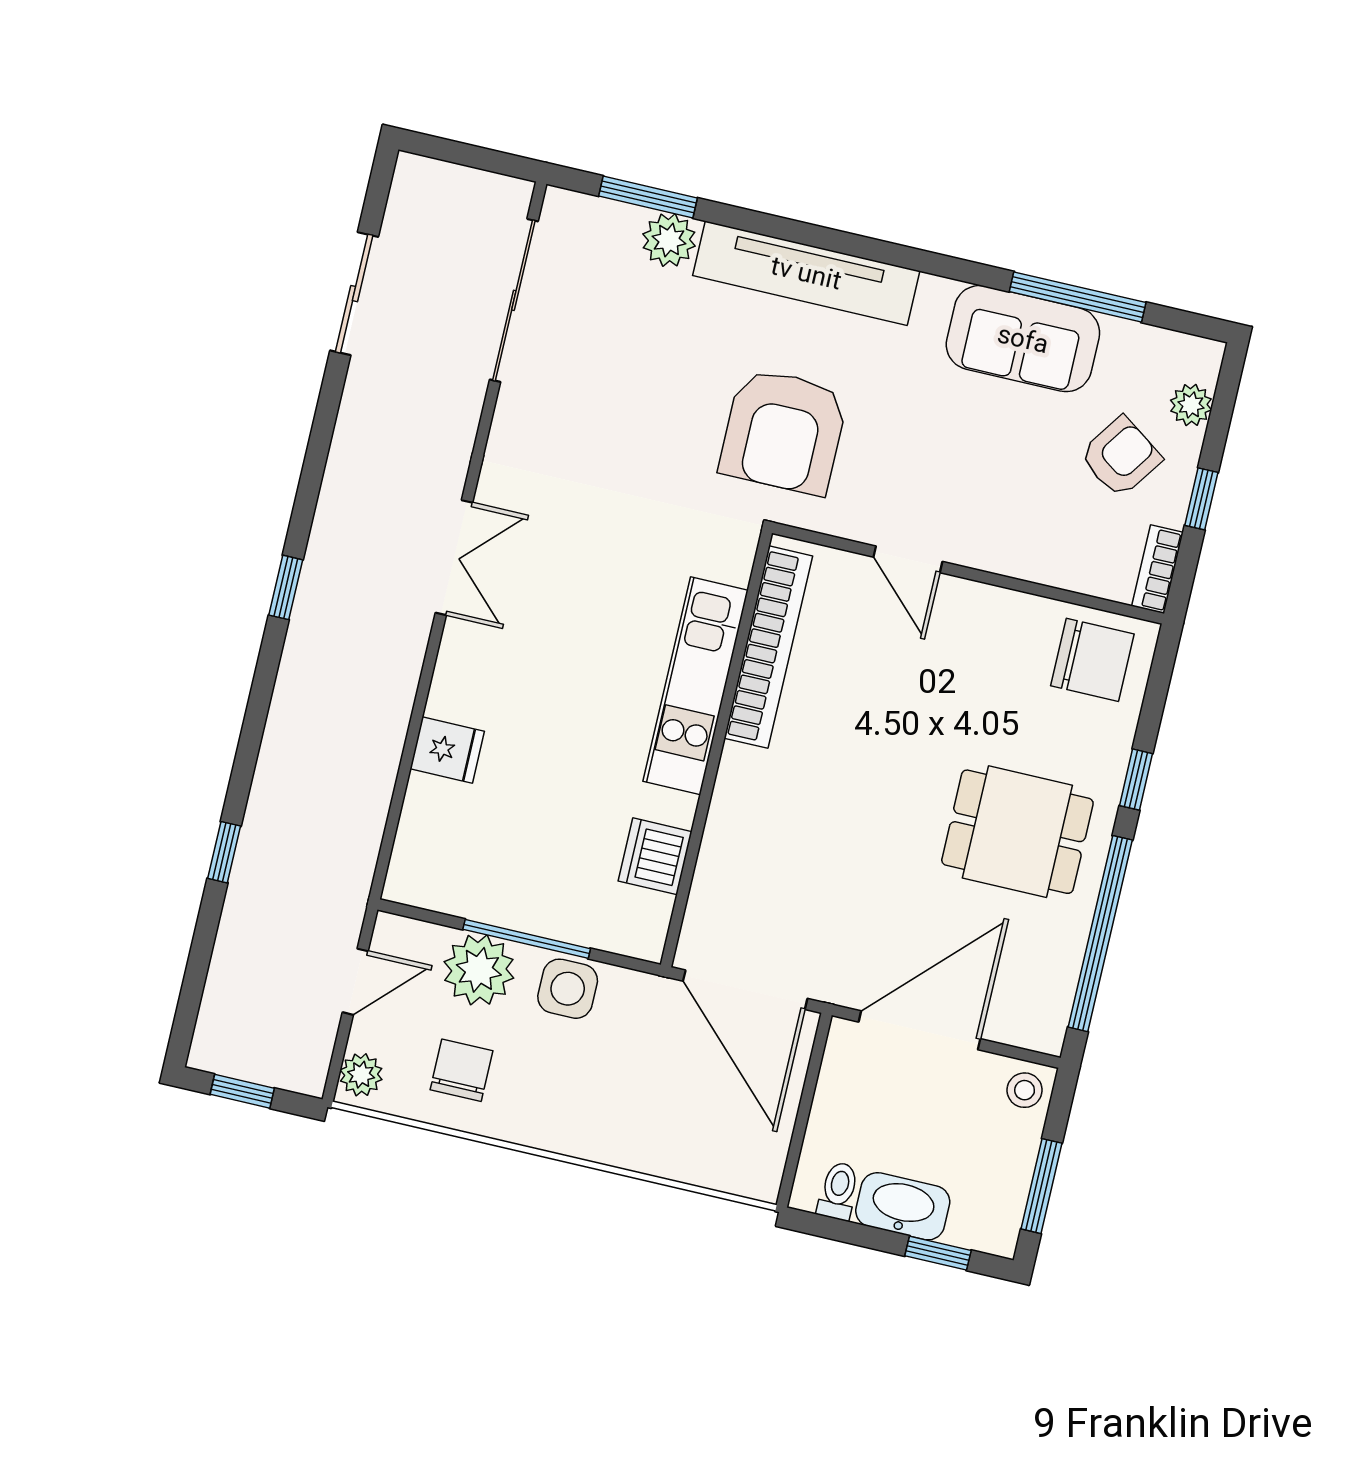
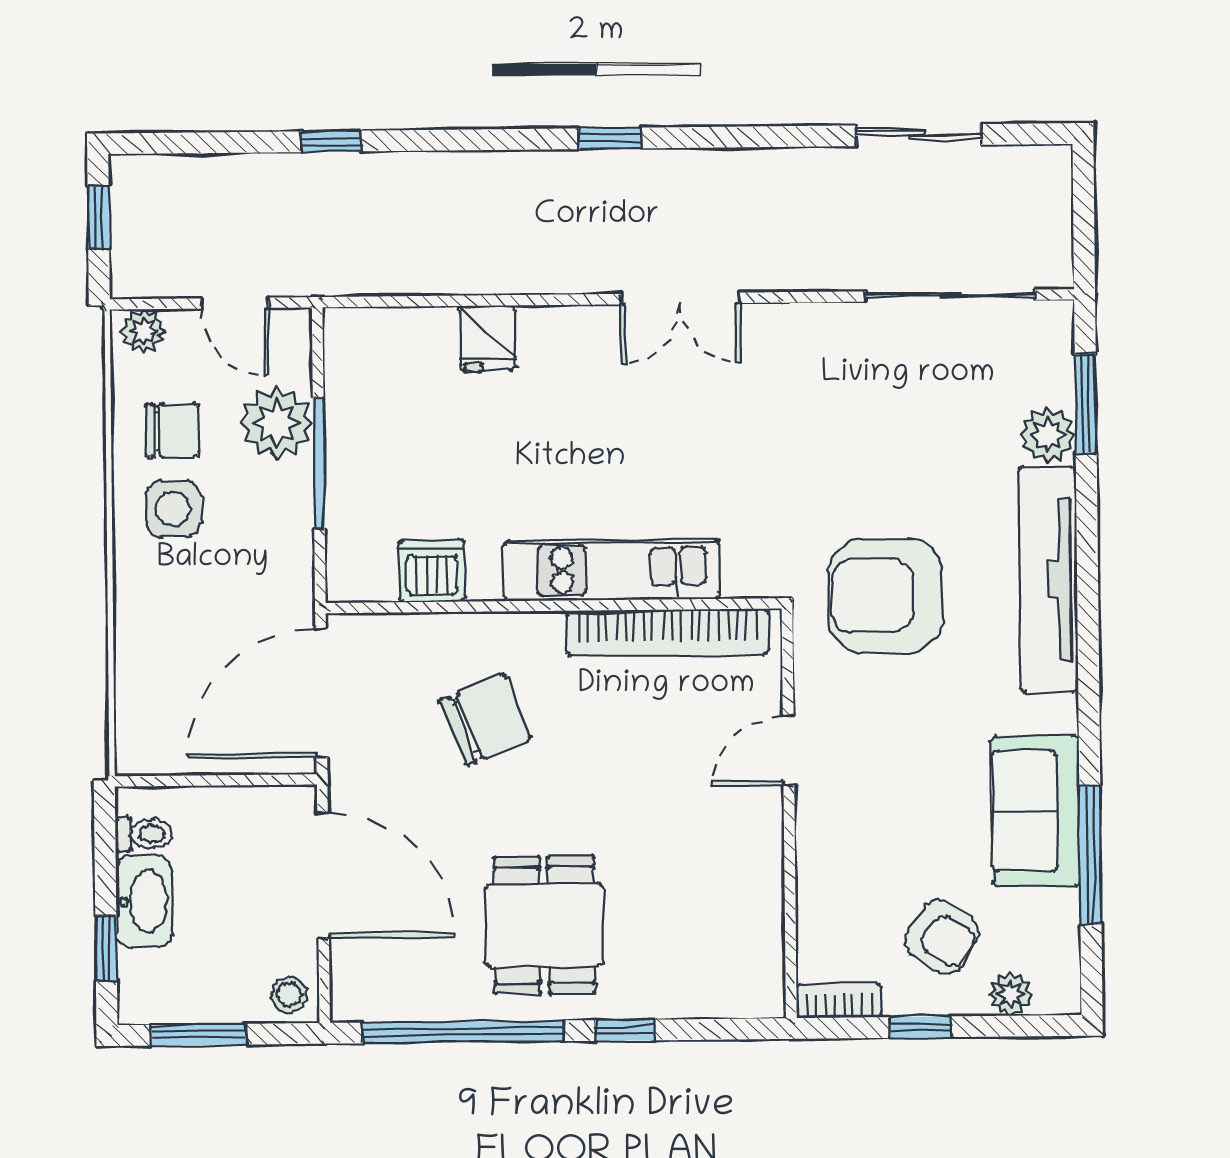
chair: (1092, 660) -> (486, 720), moved, turned -112
side table: (568, 989) -> (173, 509), moved

